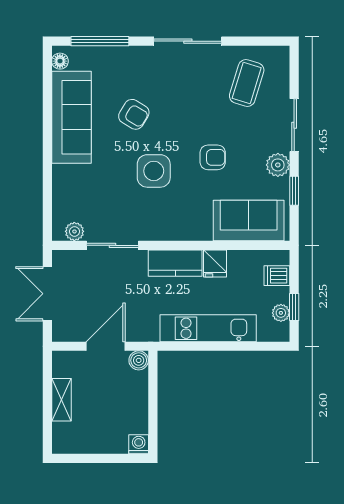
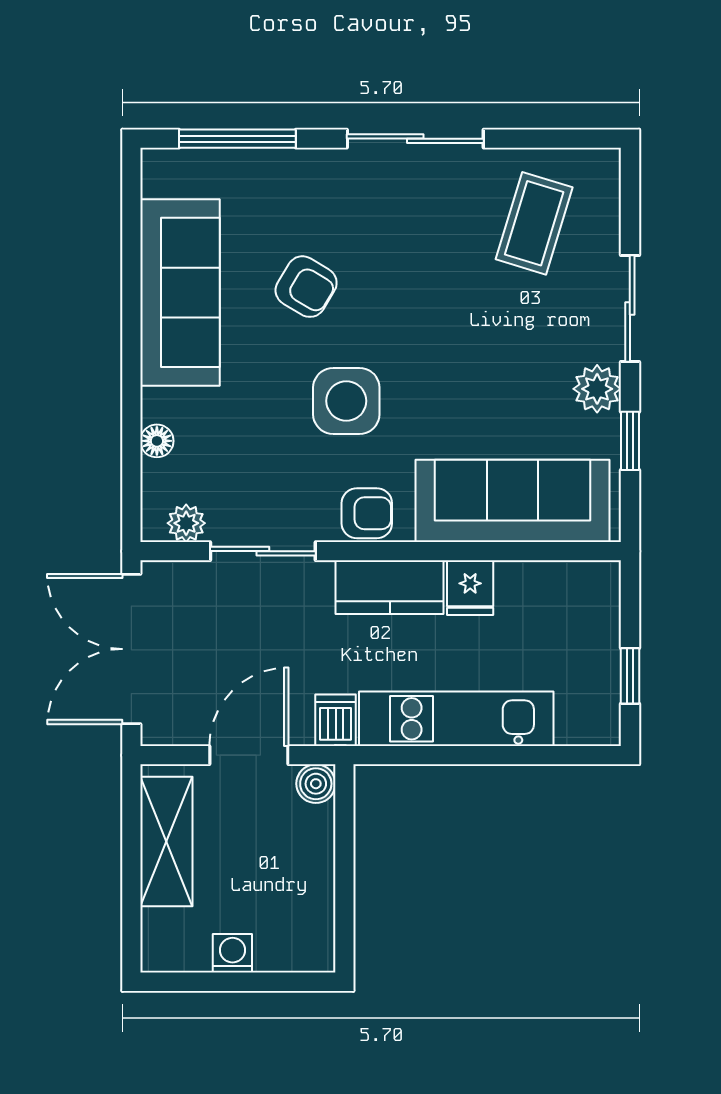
floor lamp: (60, 61) -> (157, 441), moved
armchair: (213, 157) -> (367, 513), moved
sofa: (249, 220) -> (513, 501), width x1.36
dishwasher: (277, 276) -> (336, 720), moved, turned 90
double door: (47, 294) -> (131, 649), width x1.37
plant: (281, 313) -> (603, 688), removed
shelving: (61, 400) -> (166, 842), width x1.50, depth x1.33
washing machine: (139, 444) -> (232, 953), moved

